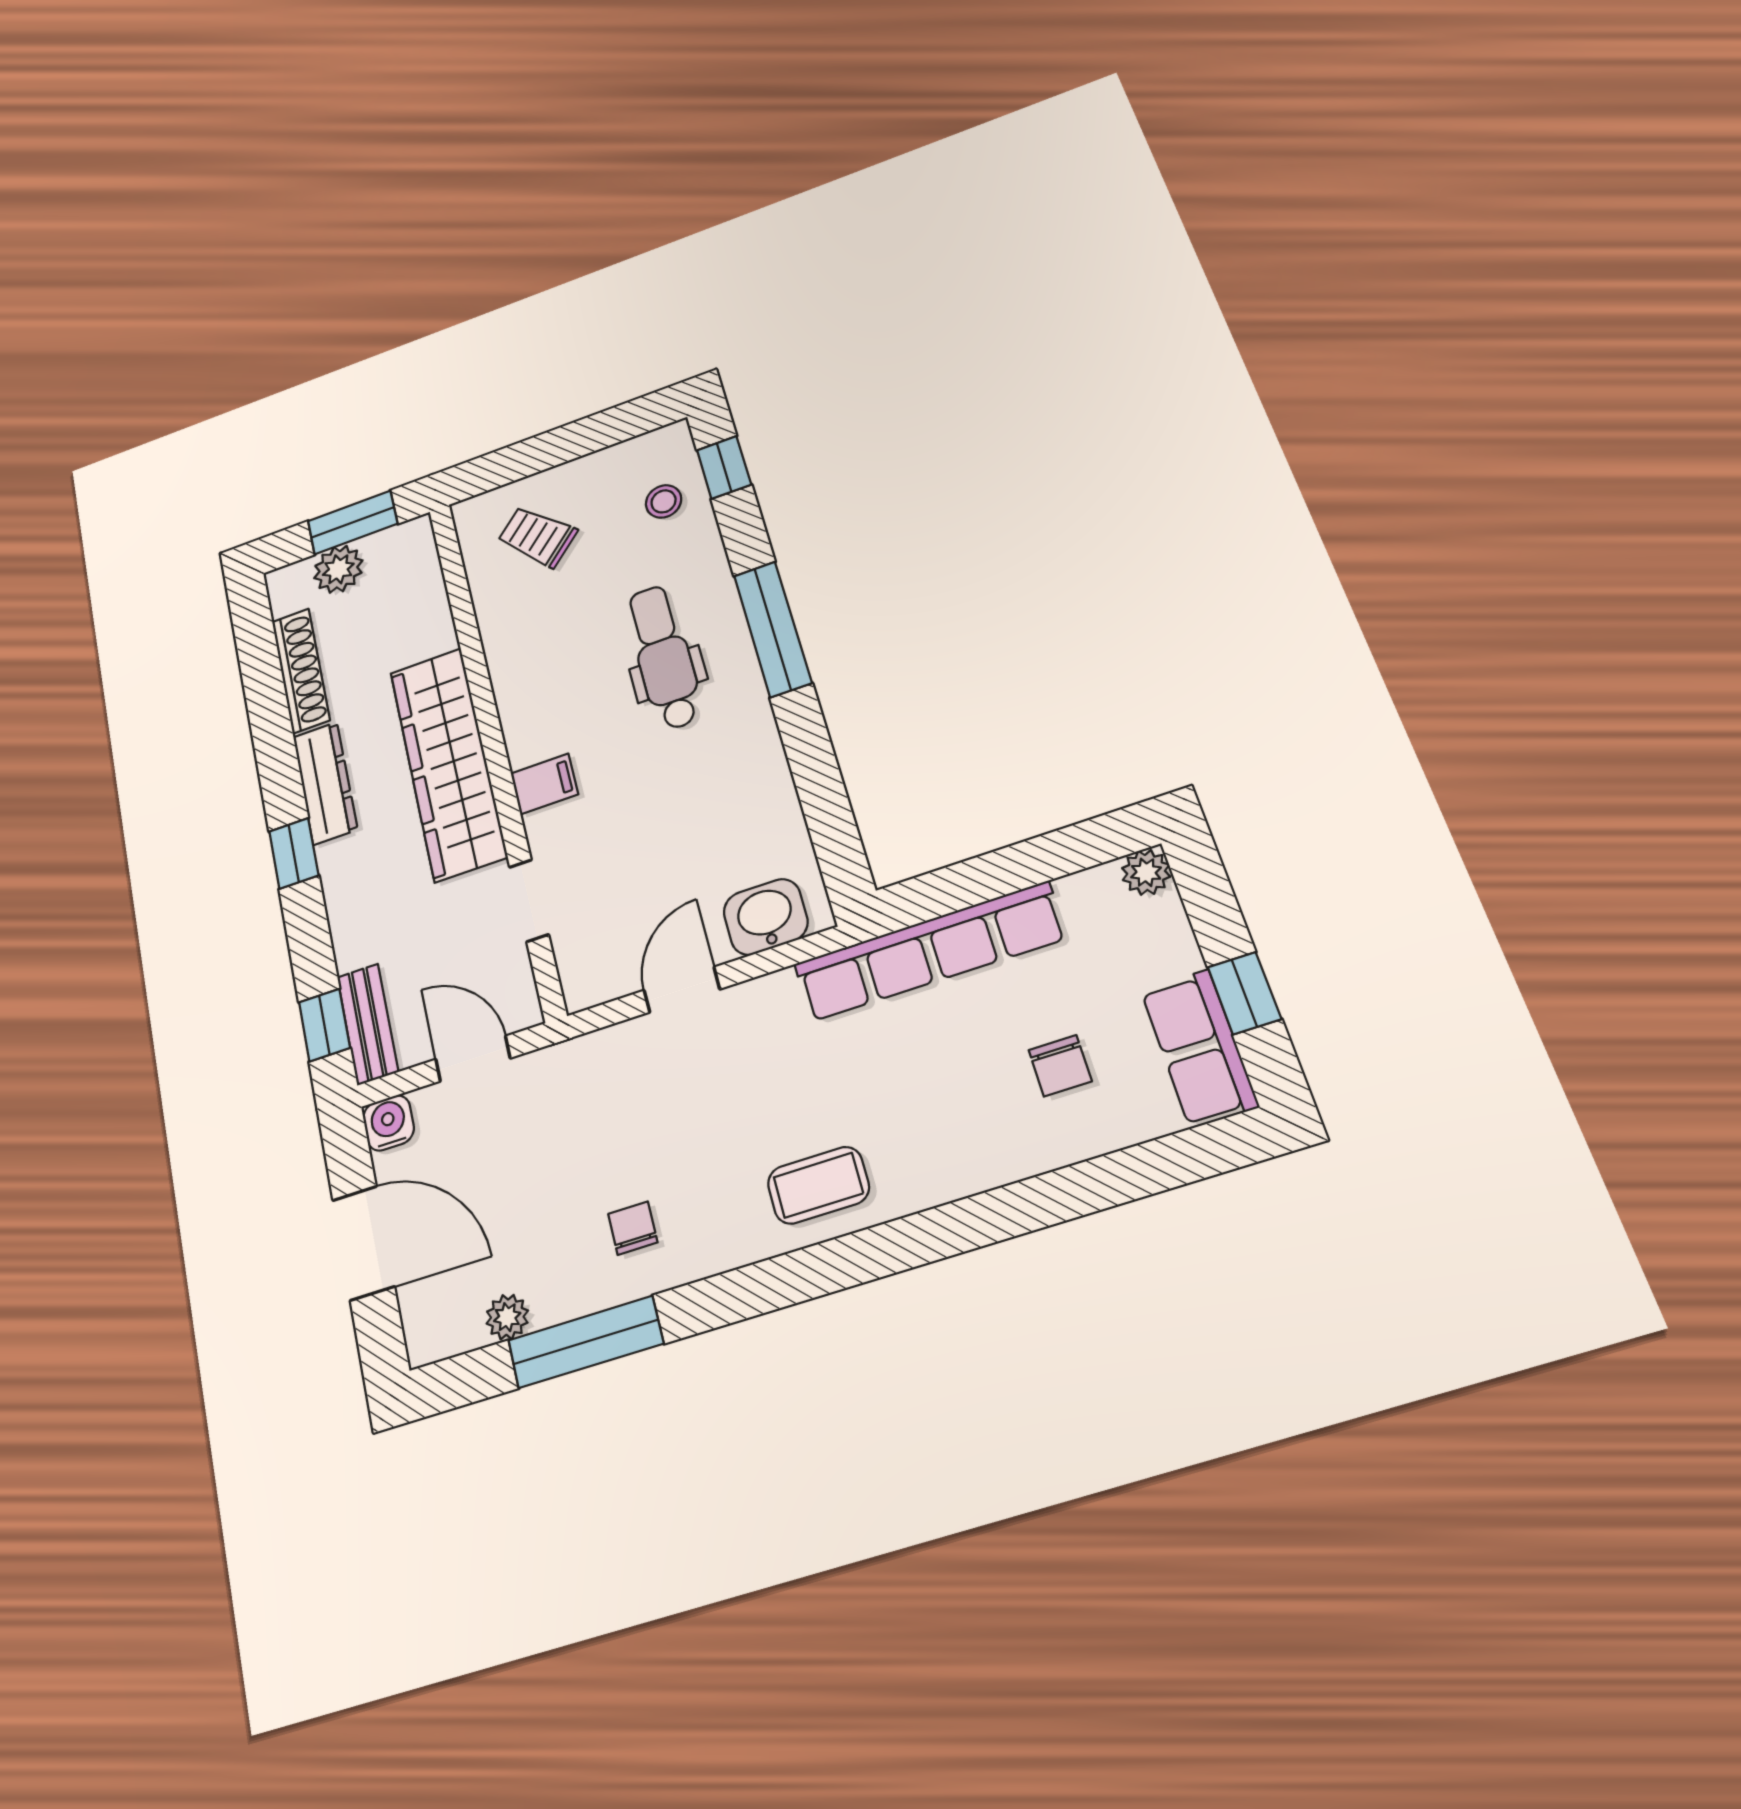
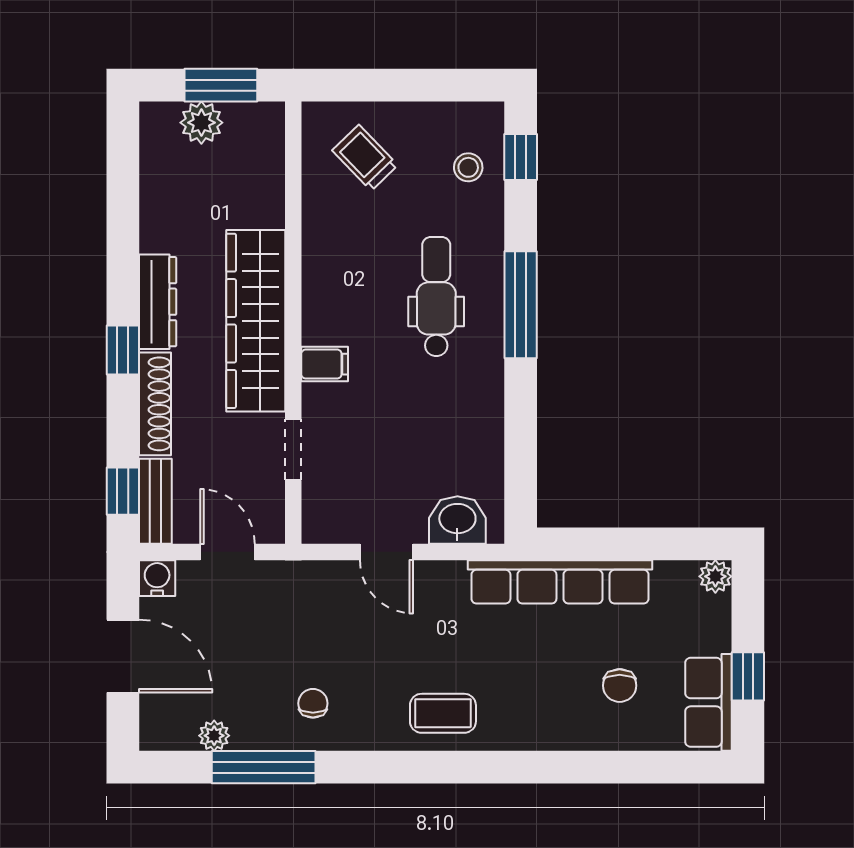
shoe rack: (301, 671) -> (155, 404), moved
door: (682, 990) -> (386, 552), swing flipped

